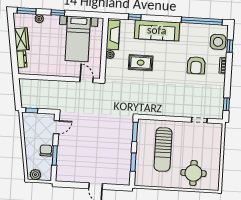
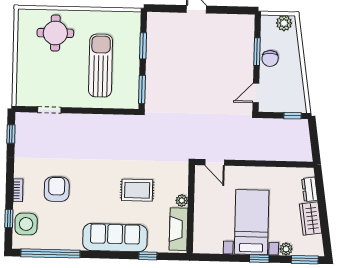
bed with nightstands: (78, 39) -> (252, 222), moved

